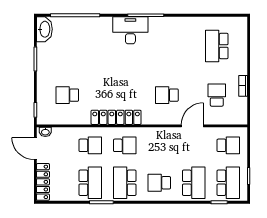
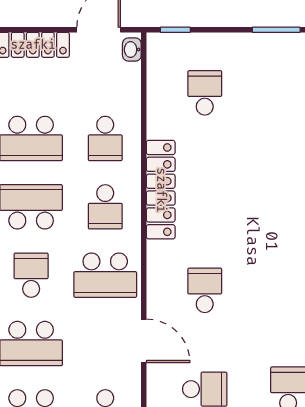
school desk: (159, 145) -> (105, 275), added

